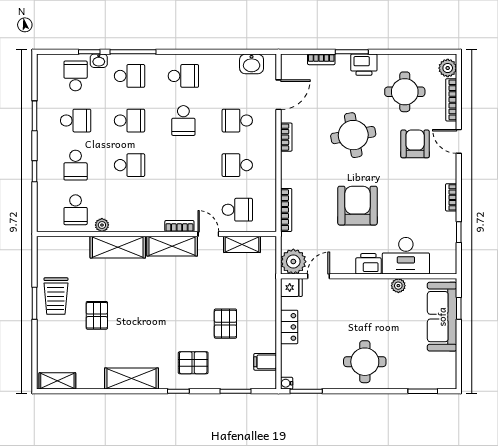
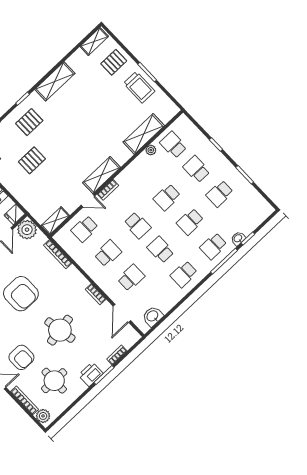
school desk: (76, 76) -> (137, 225), moved
shelving: (242, 244) -> (55, 221), moved
shelving: (118, 247) -> (144, 134), moved
trolley: (56, 296) -> (139, 87), turned 180
pallet: (97, 315) -> (114, 62), moved, turned 90
pallet: (225, 324) -> (32, 160), turned 90

